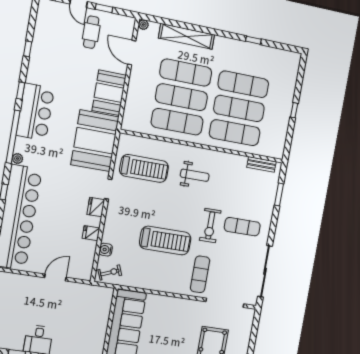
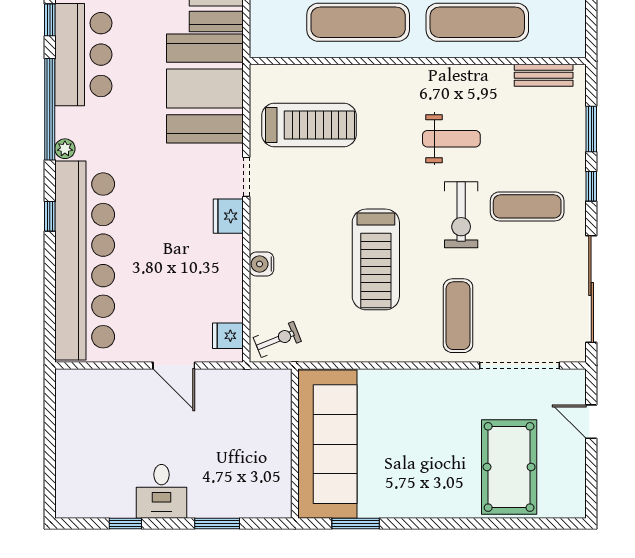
weight bench: (195, 175) -> (451, 139), moved
window: (274, 222) -> (591, 186), added
fridge: (91, 233) -> (228, 336), moved
treadmill: (165, 241) -> (376, 259), turned 90
water cooler: (106, 250) -> (262, 264), moved
door: (55, 278) -> (174, 365), swing flipped
door: (254, 334) -> (591, 422), added

